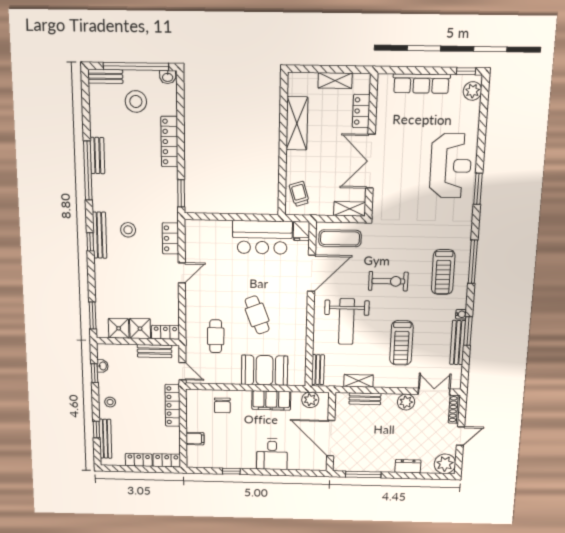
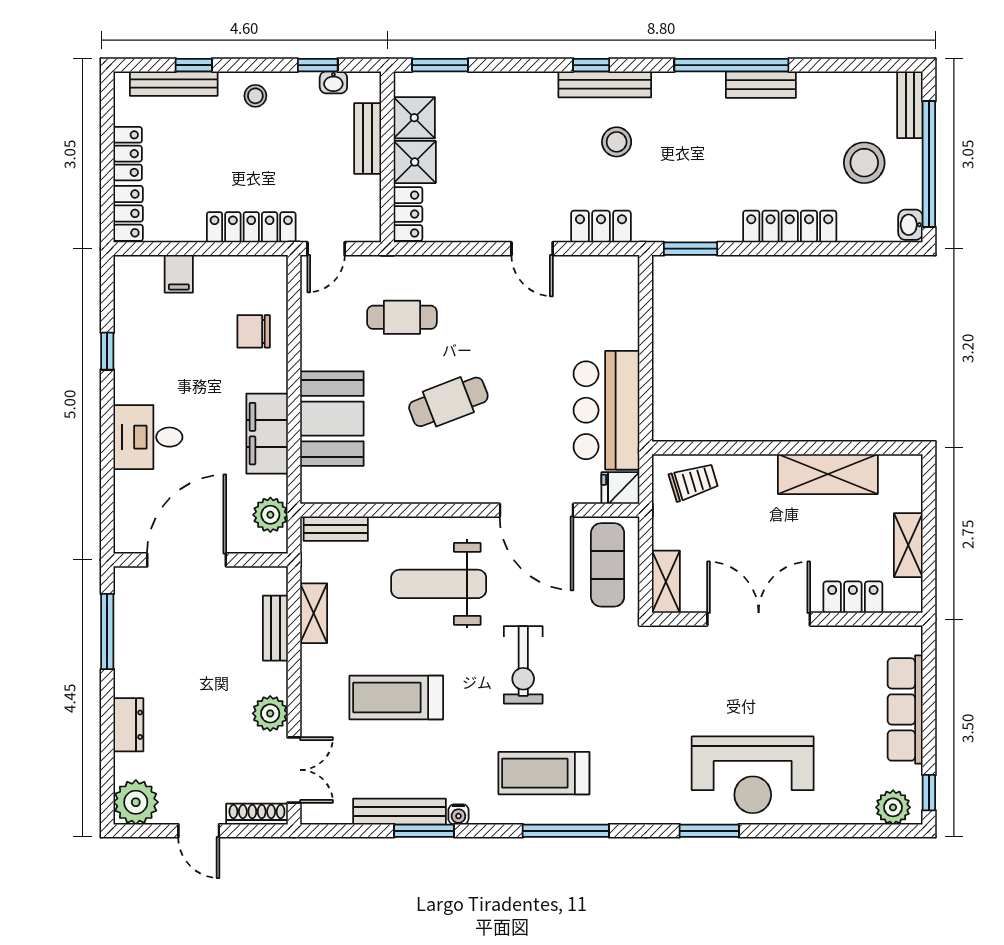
bench: (155, 351) -> (368, 138), moved

